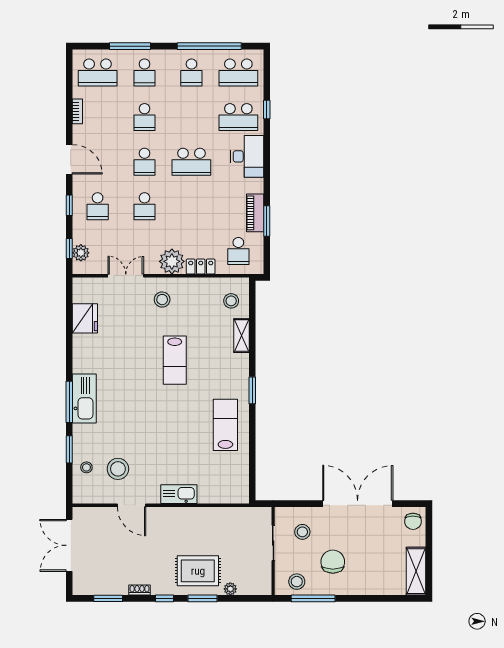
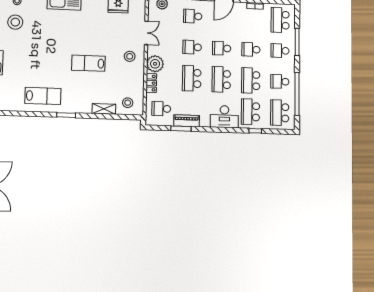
school desk: (191, 117) -> (251, 80), added
school desk: (191, 206) -> (192, 78), added

